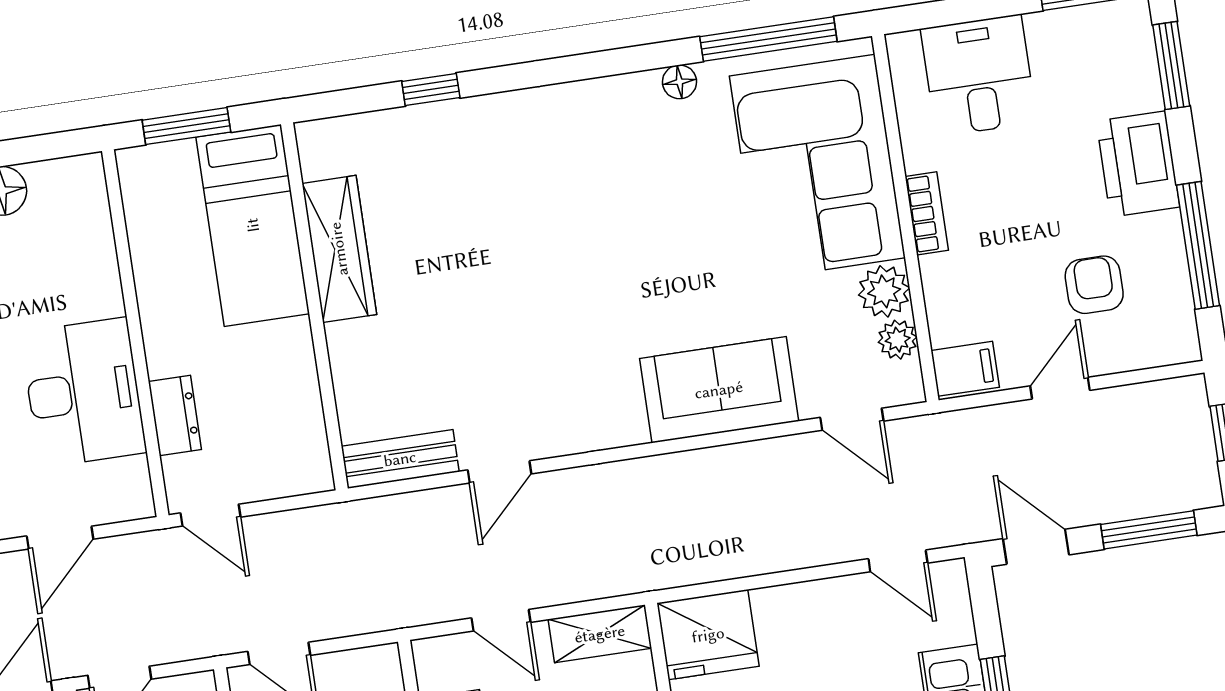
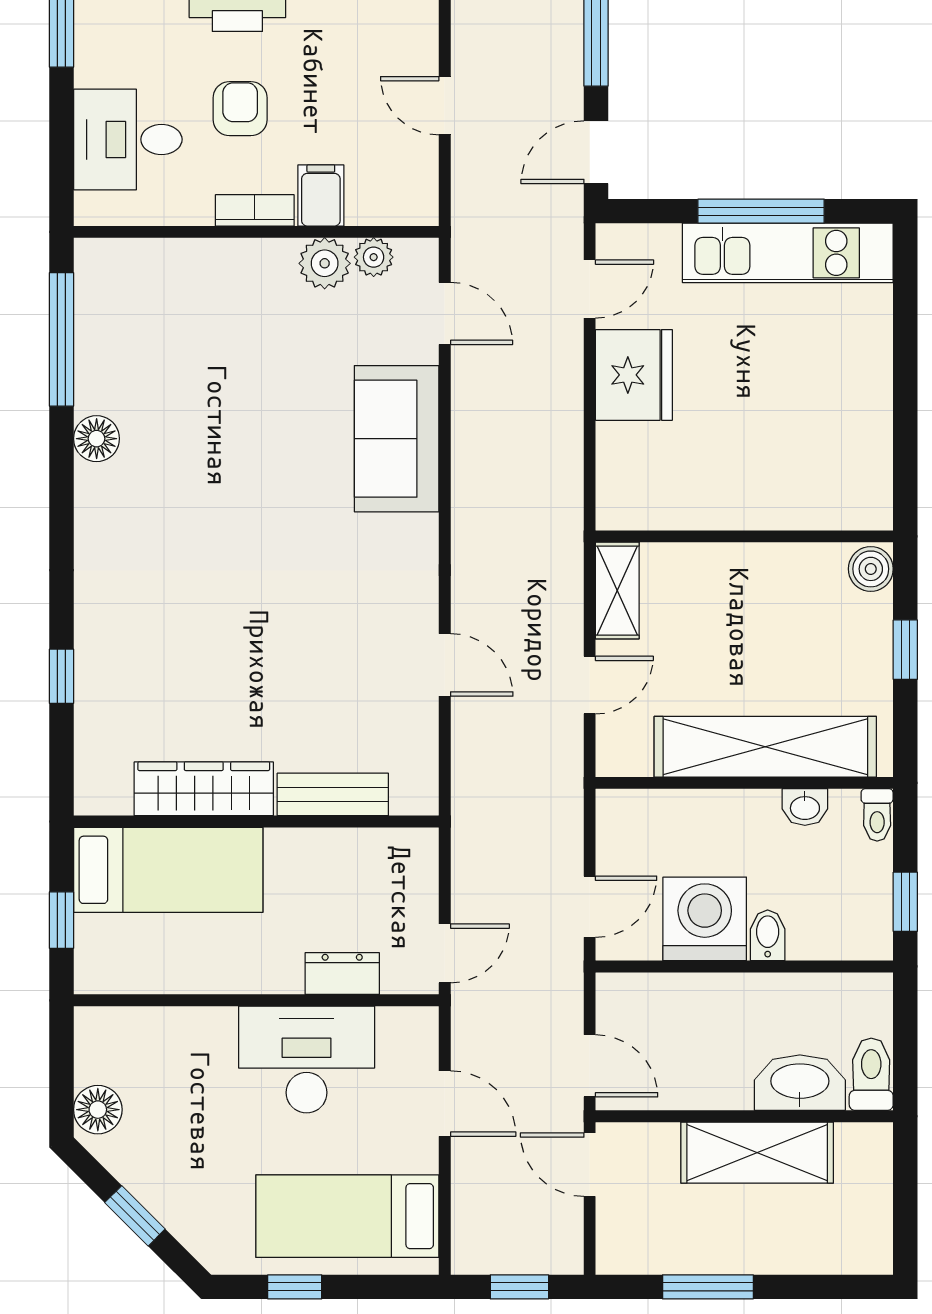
floor lamp: (679, 82) -> (97, 439), width x1.37, depth x1.37
window: (186, 126) -> (61, 920), width x0.67
corner sofa: (817, 167) -> (193, 310), removed
armchair: (1094, 285) -> (240, 109), moved, turned 90
filing cabinet: (965, 369) -> (321, 195), moved
door: (852, 419) -> (445, 313), hinge flipped
bench: (400, 459) -> (333, 794), moved, turned 90
fridge: (708, 635) -> (634, 375), moved

